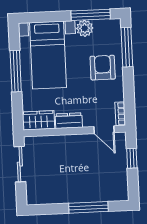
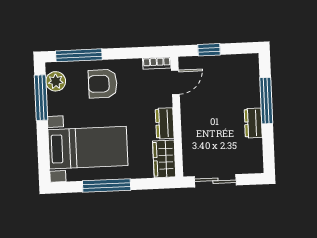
plant: (85, 28) -> (56, 81), moved
dresser: (69, 196) -> (253, 123), added

